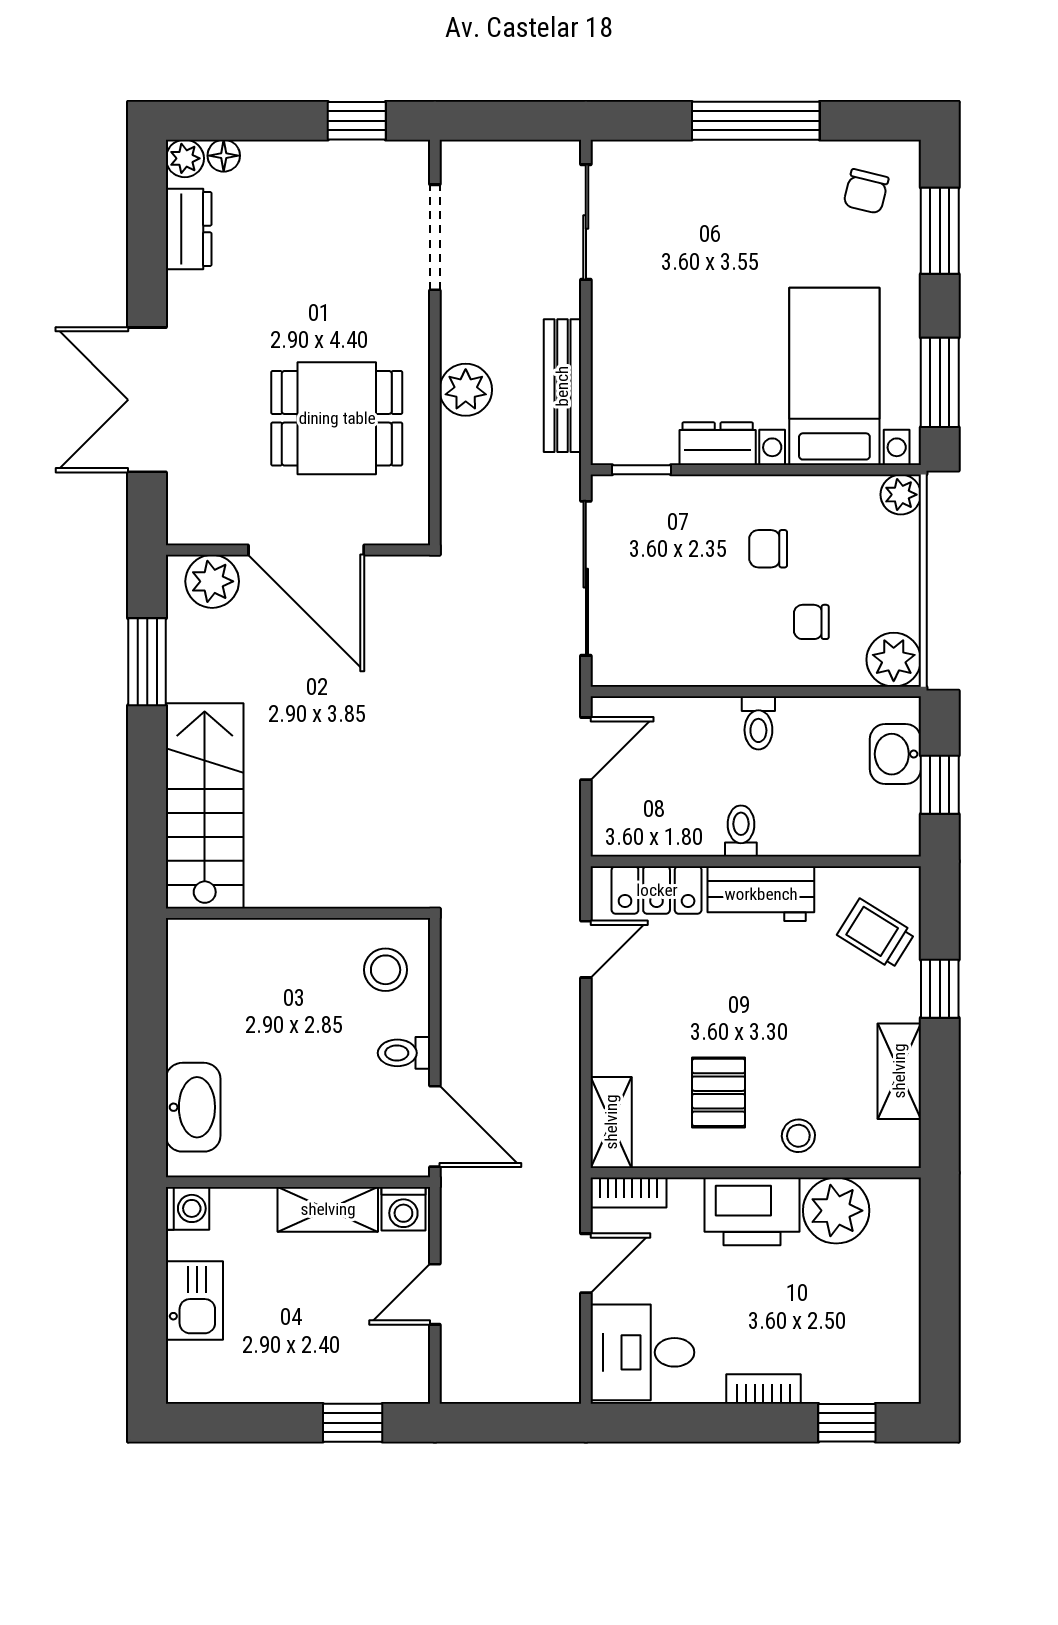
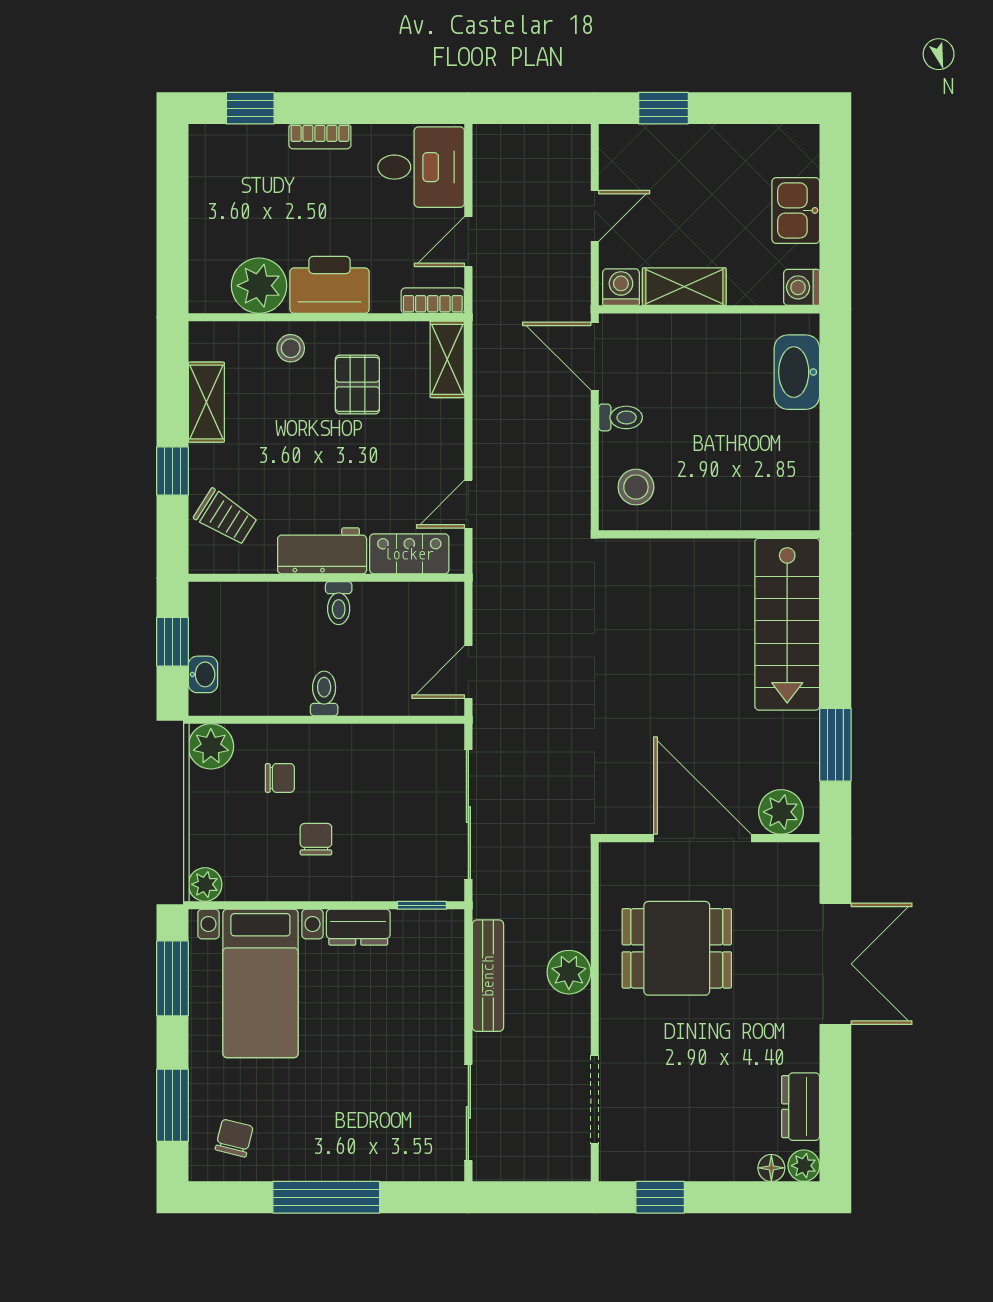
chair: (768, 549) -> (316, 839), turned -90
washbasin: (895, 754) -> (203, 674), width x0.72, depth x0.69

